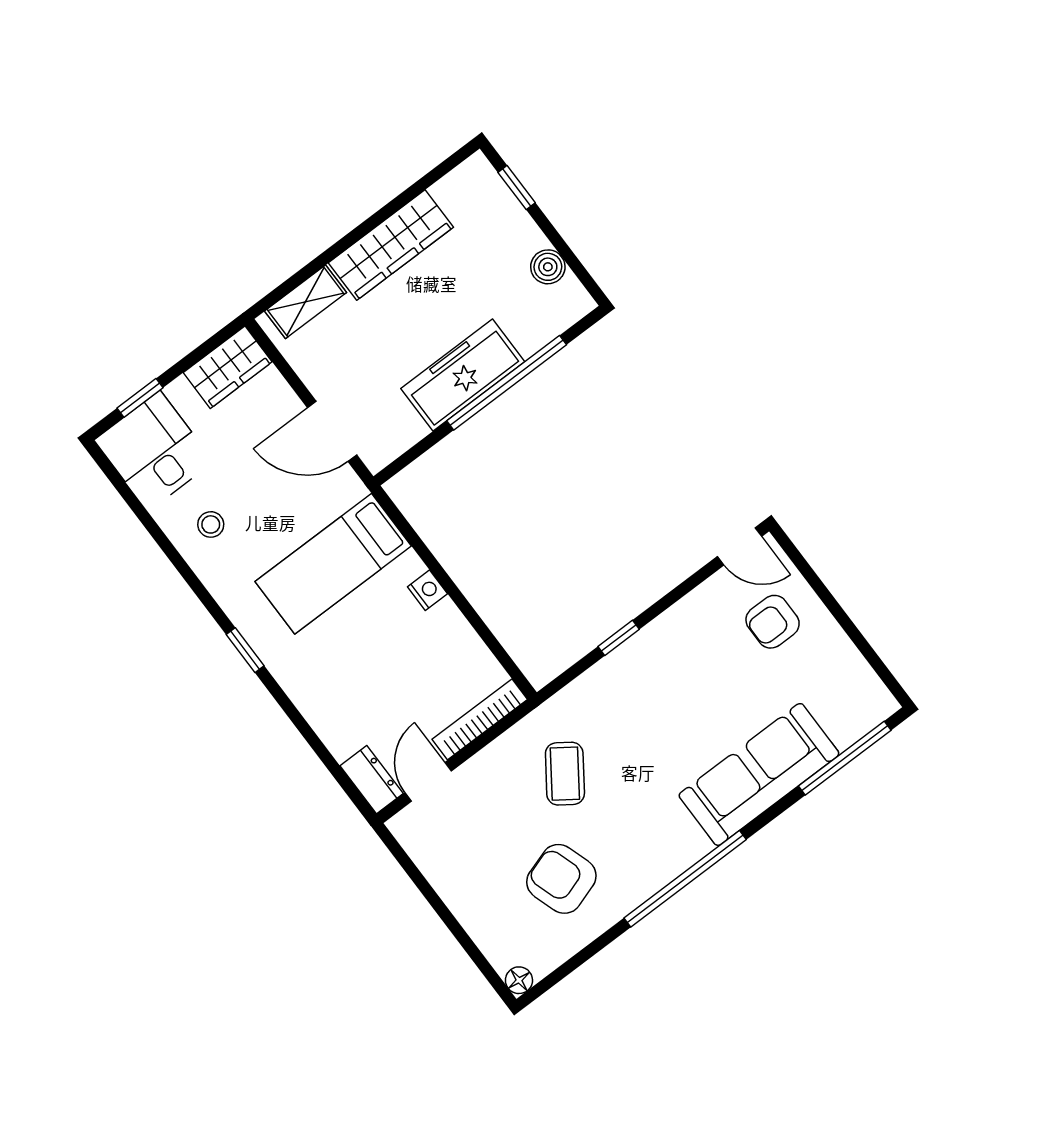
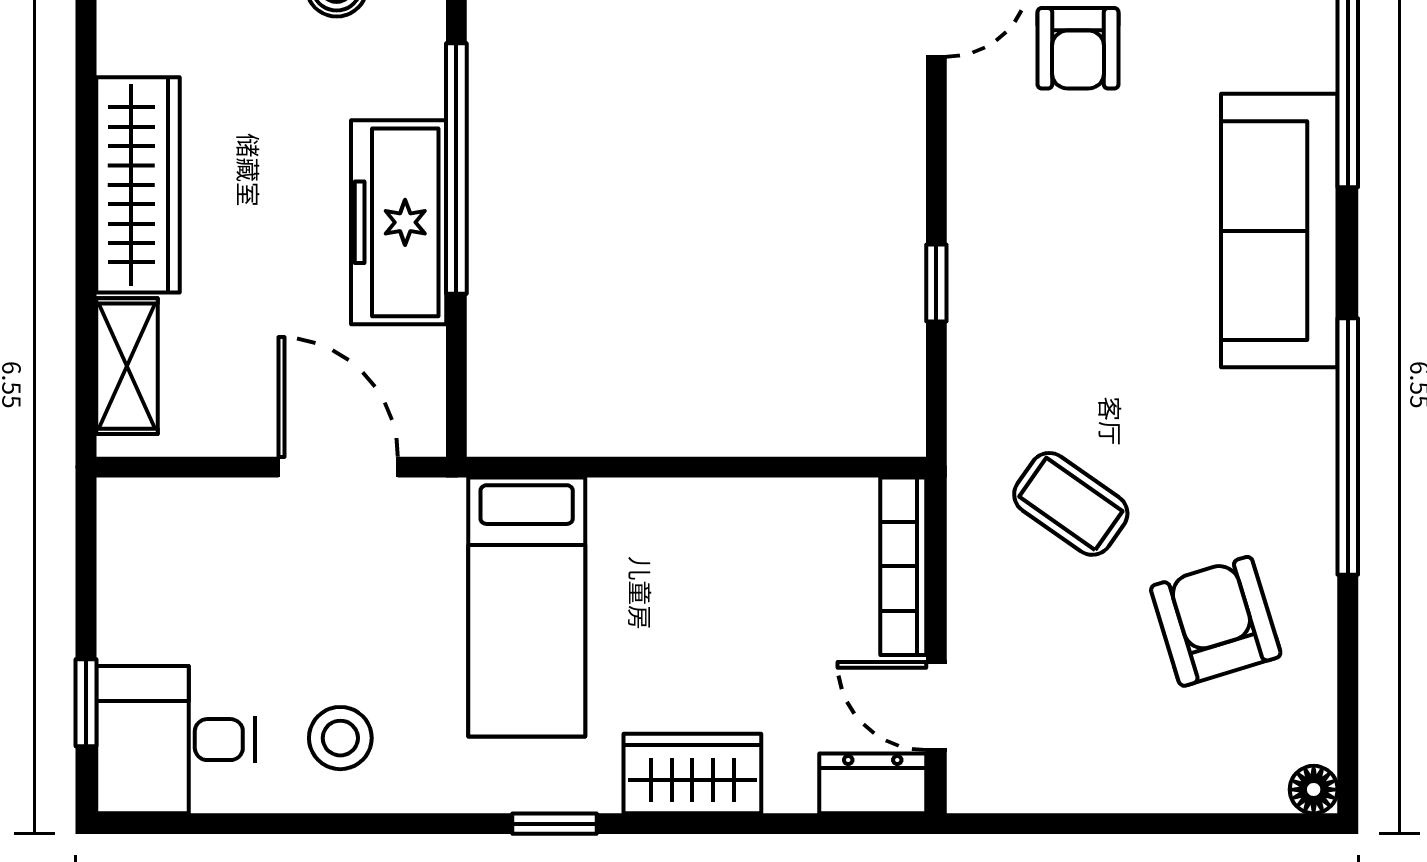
wardrobe: (228, 367) -> (692, 773), moved, turned -90
door: (332, 431) -> (338, 467), swing flipped
stool: (211, 524) -> (340, 738), width x1.37, depth x1.37
nightstand: (427, 590) -> (665, 502), removed
armchair: (561, 879) -> (1216, 621), turned 91

